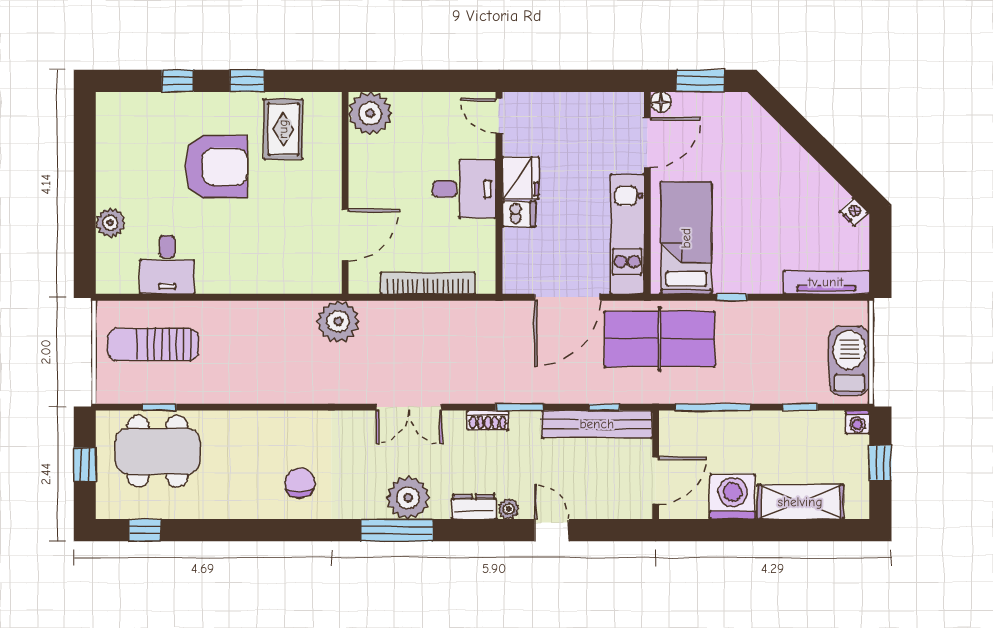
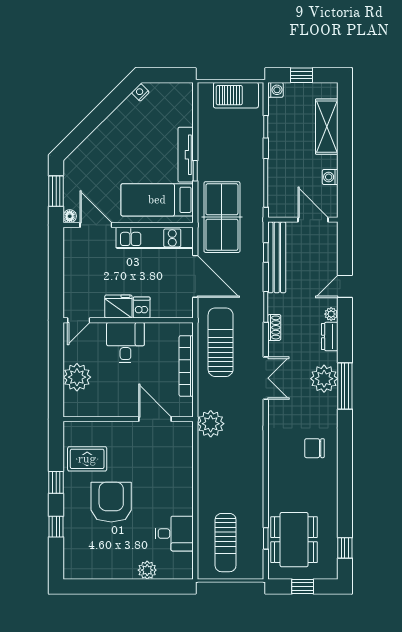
plant: (370, 113) -> (77, 377), moved
tv unit: (826, 282) -> (186, 155), moved
sun lounger: (465, 337) -> (221, 342), added
washing machine: (733, 497) -> (330, 177), width x0.53, depth x0.53

